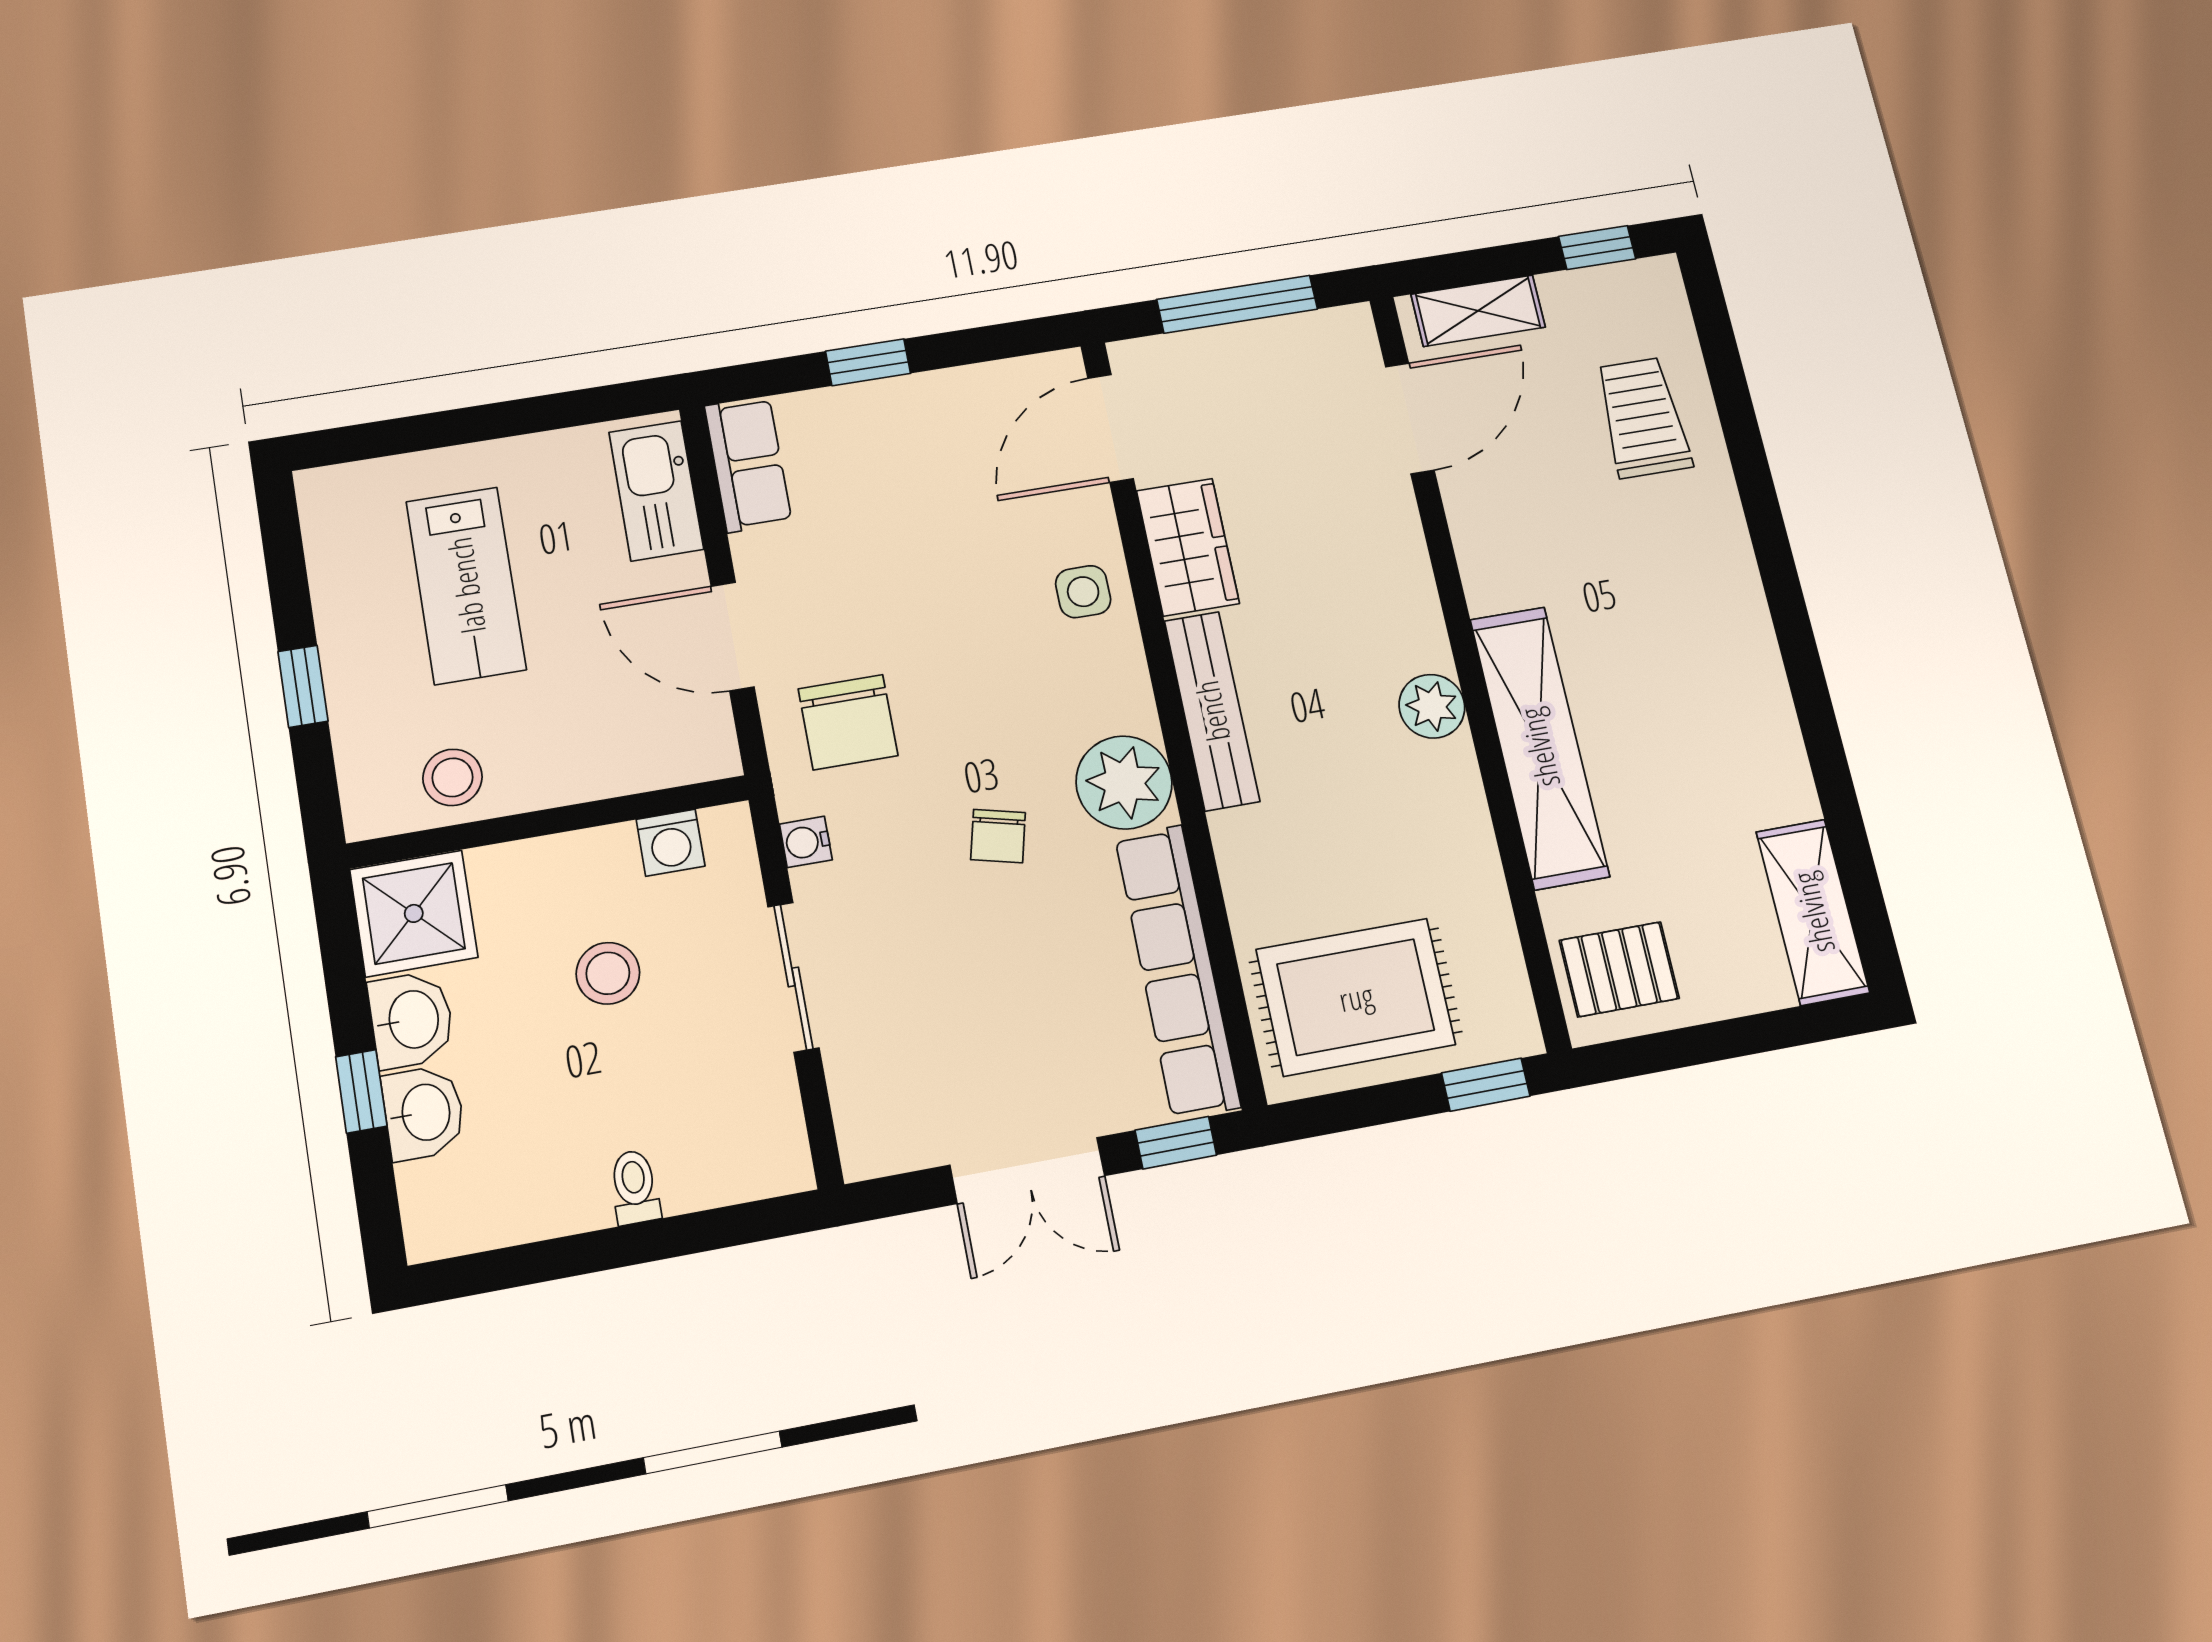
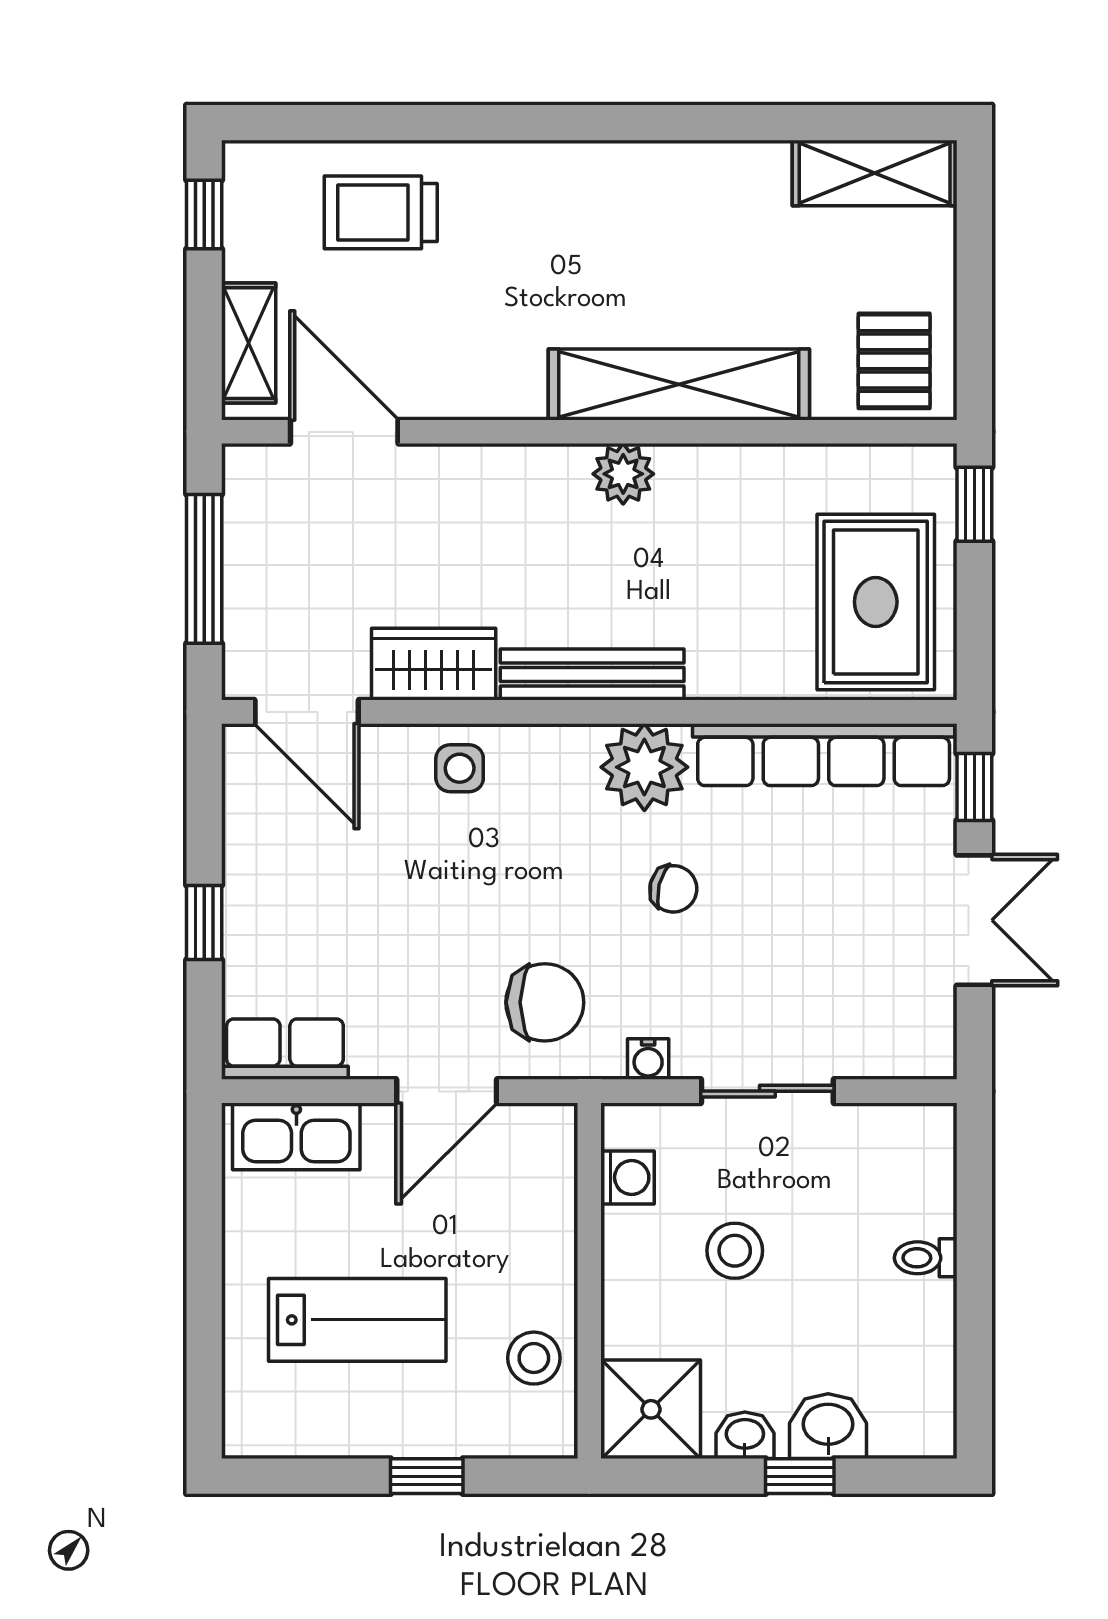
washbasin: (411, 1020) -> (745, 1435), width x0.72, depth x0.69

